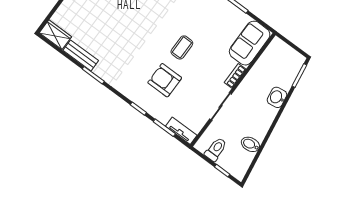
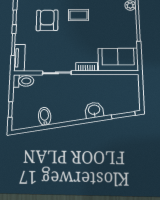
toilet: (216, 149) -> (23, 81), moved

